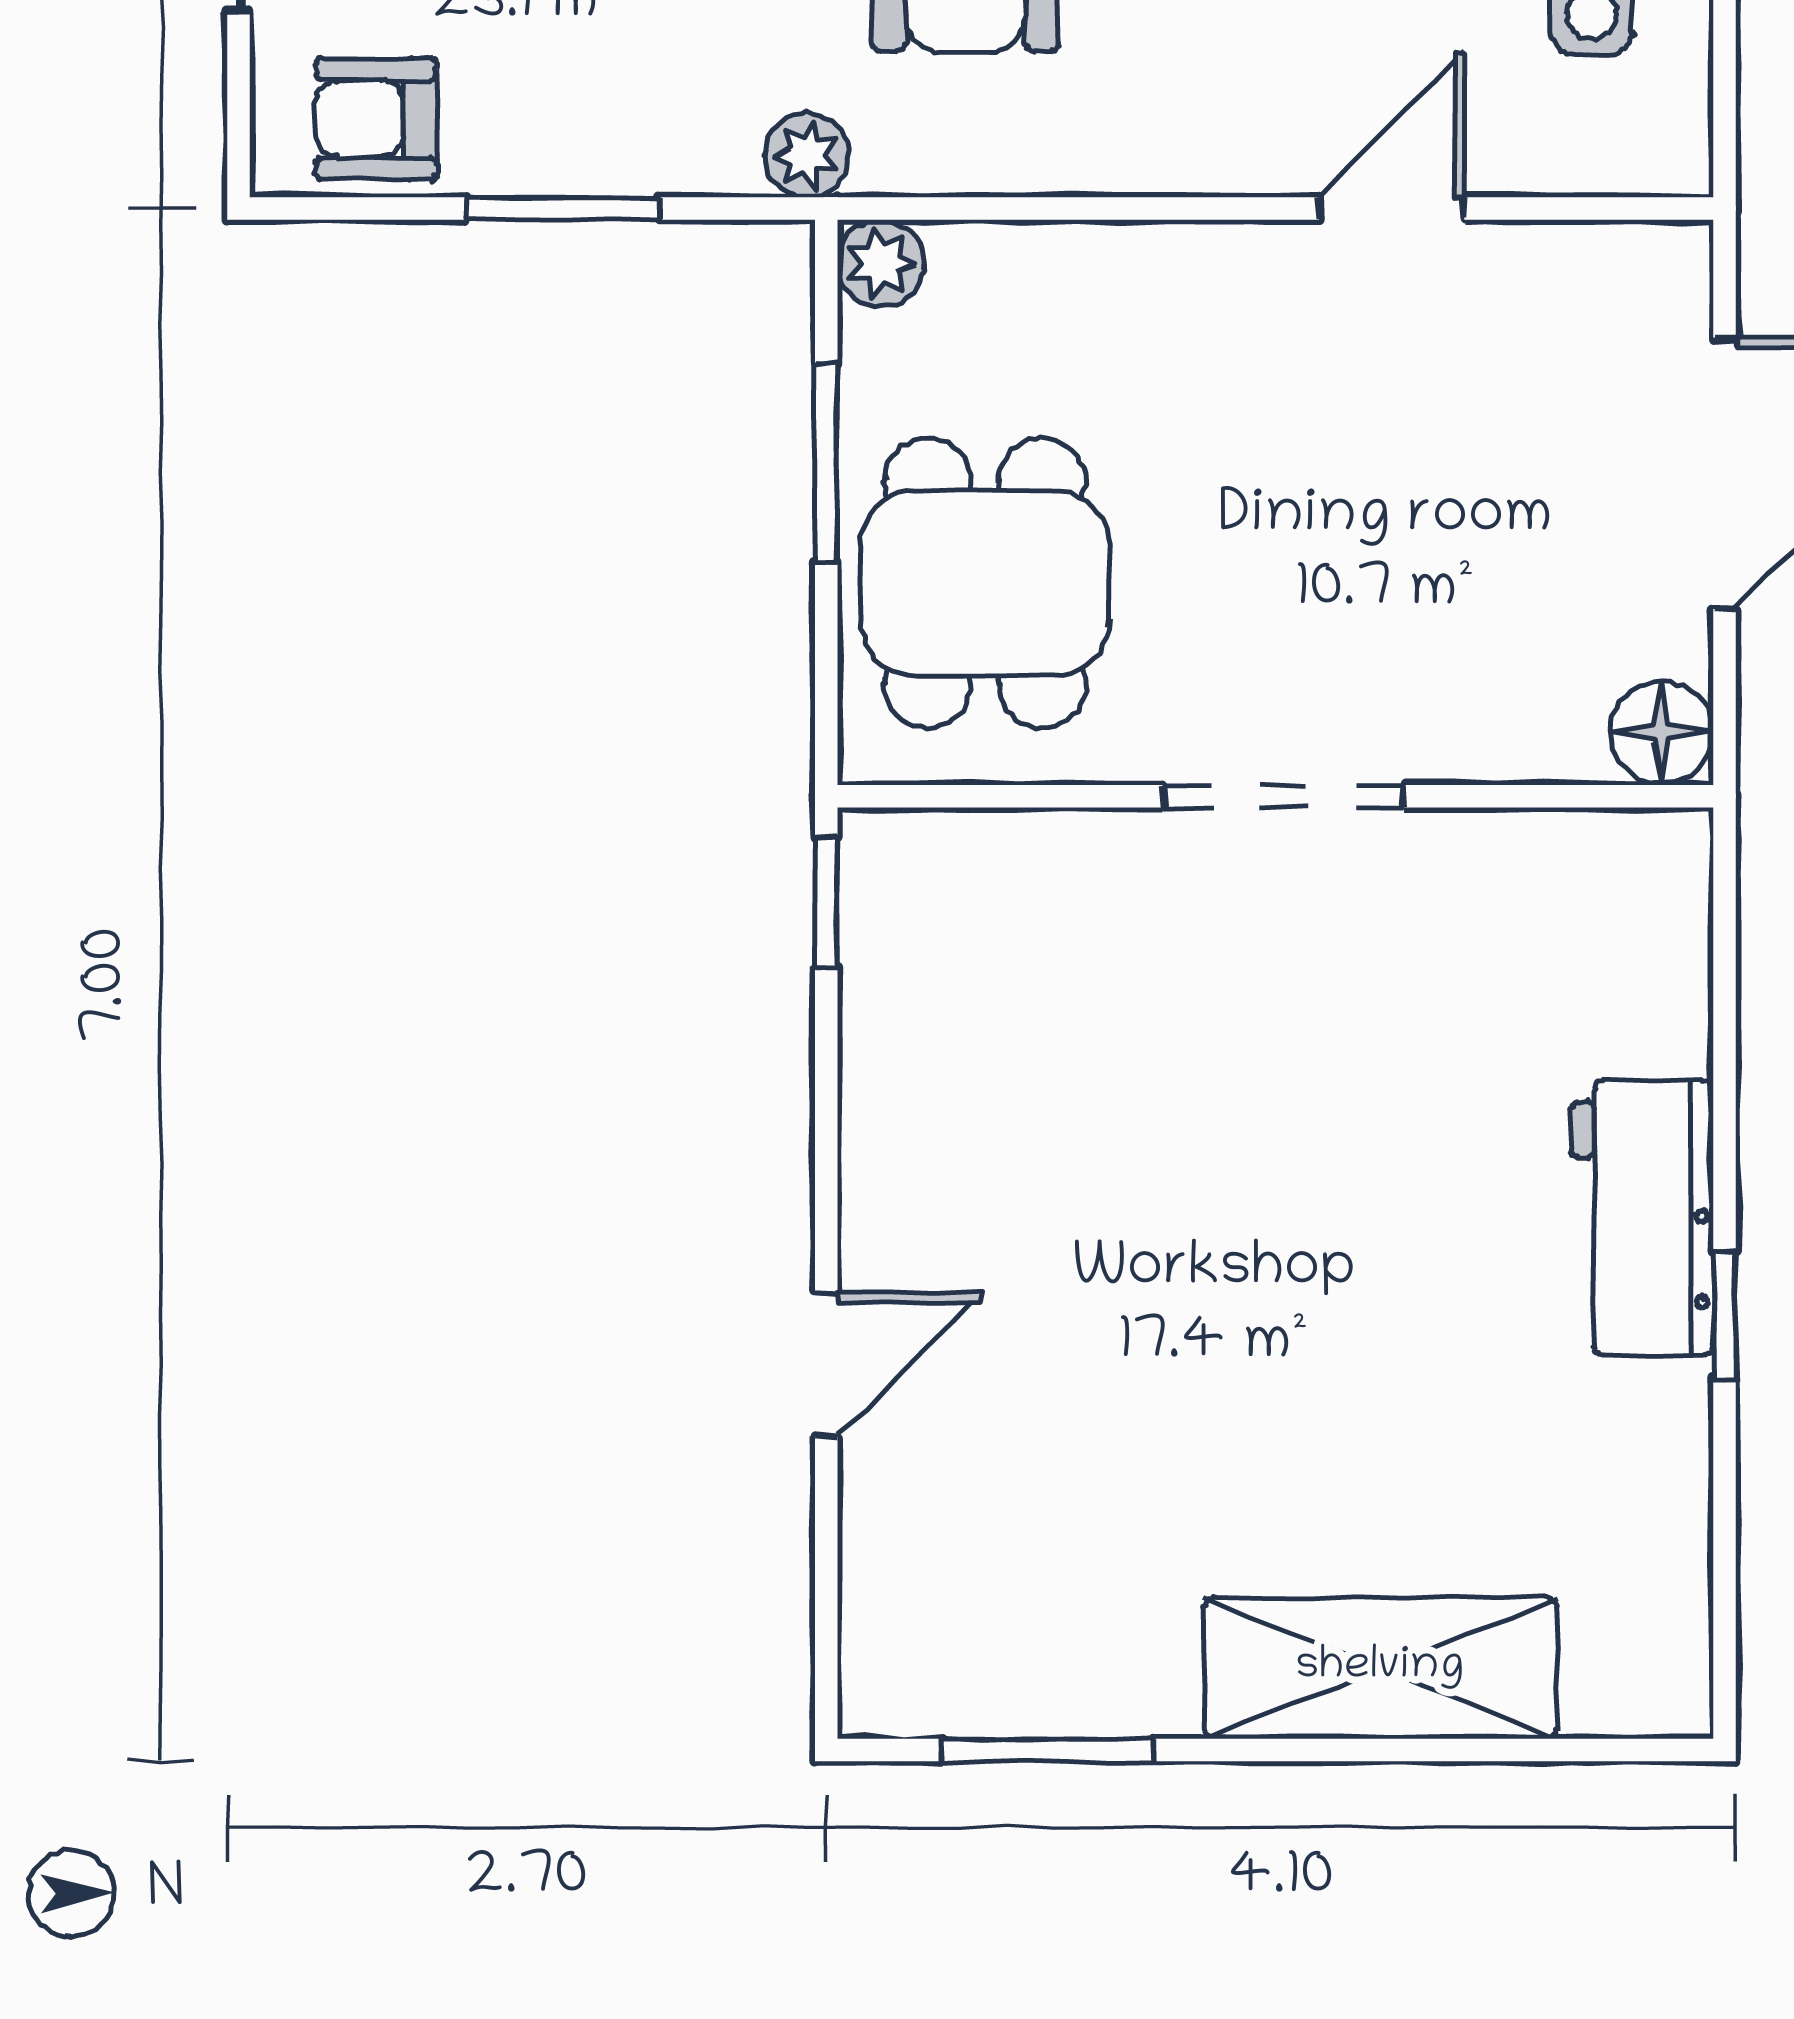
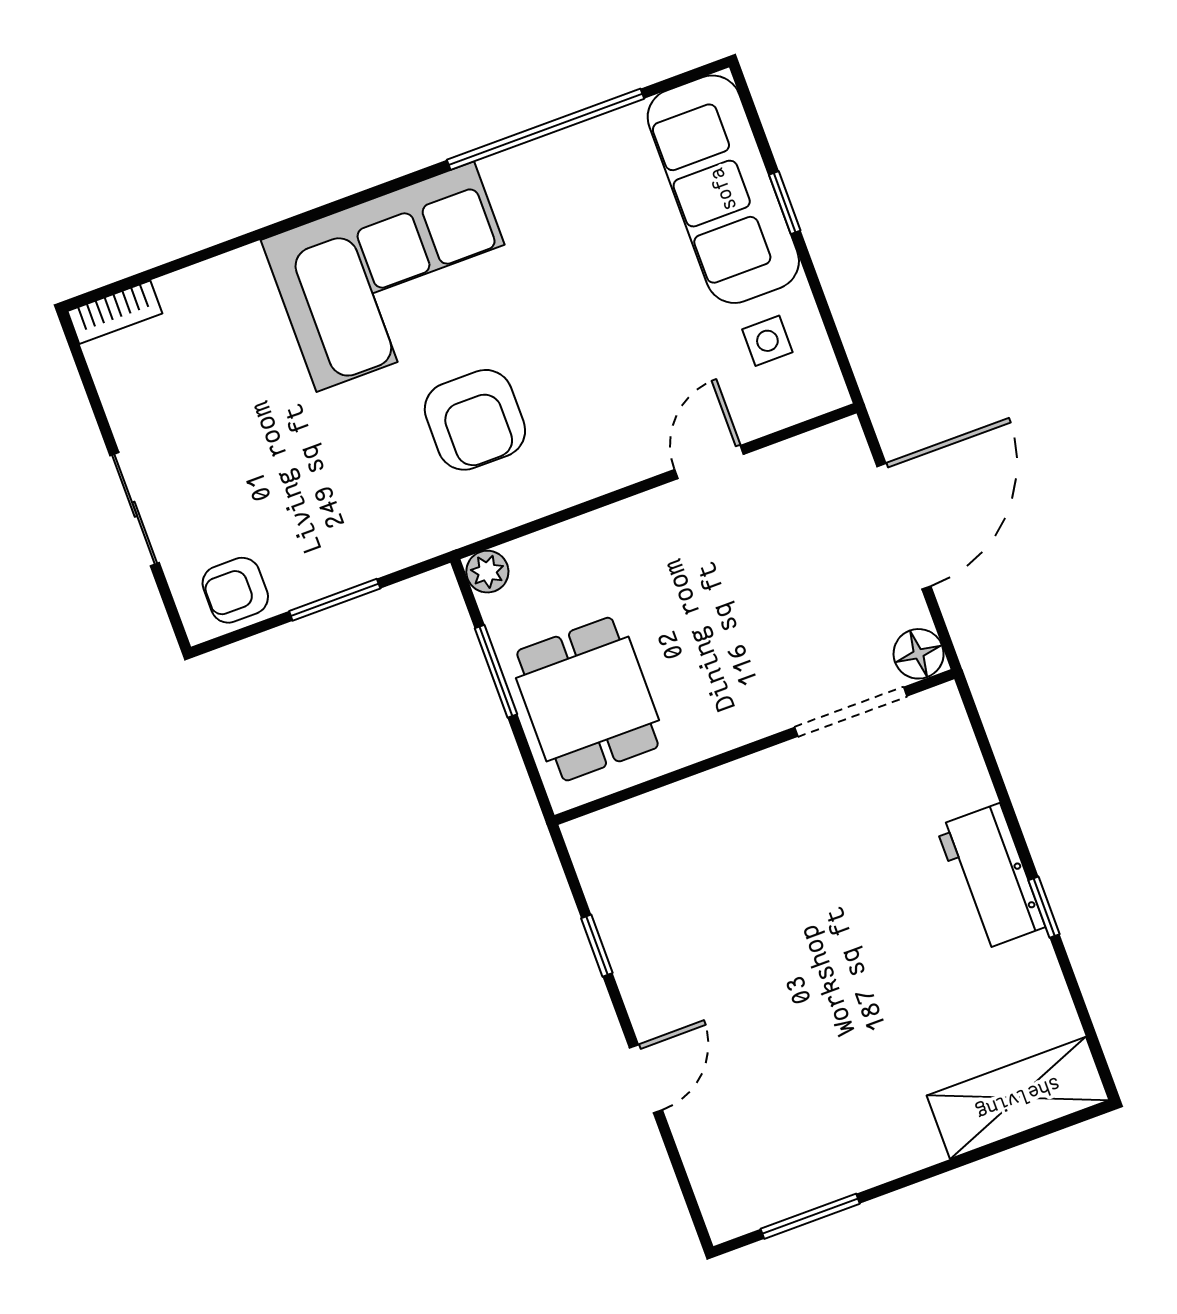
plant: (807, 155) -> (436, 535), removed
doorway: (1283, 796) -> (851, 712), moved
window: (826, 903) -> (597, 946), moved
shelving: (1380, 1668) -> (1018, 1098), moved

